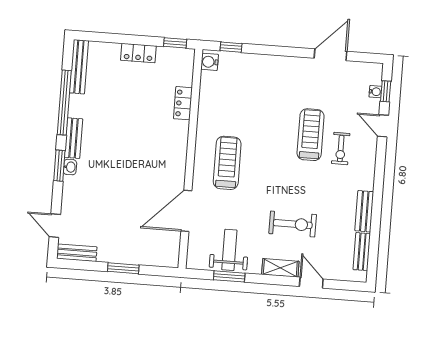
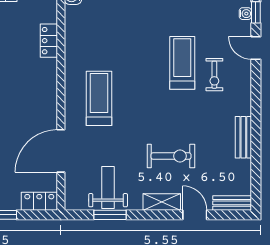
bench: (362, 252) -> (232, 203), moved, turned 90
locker: (162, 258) -> (39, 201), added

